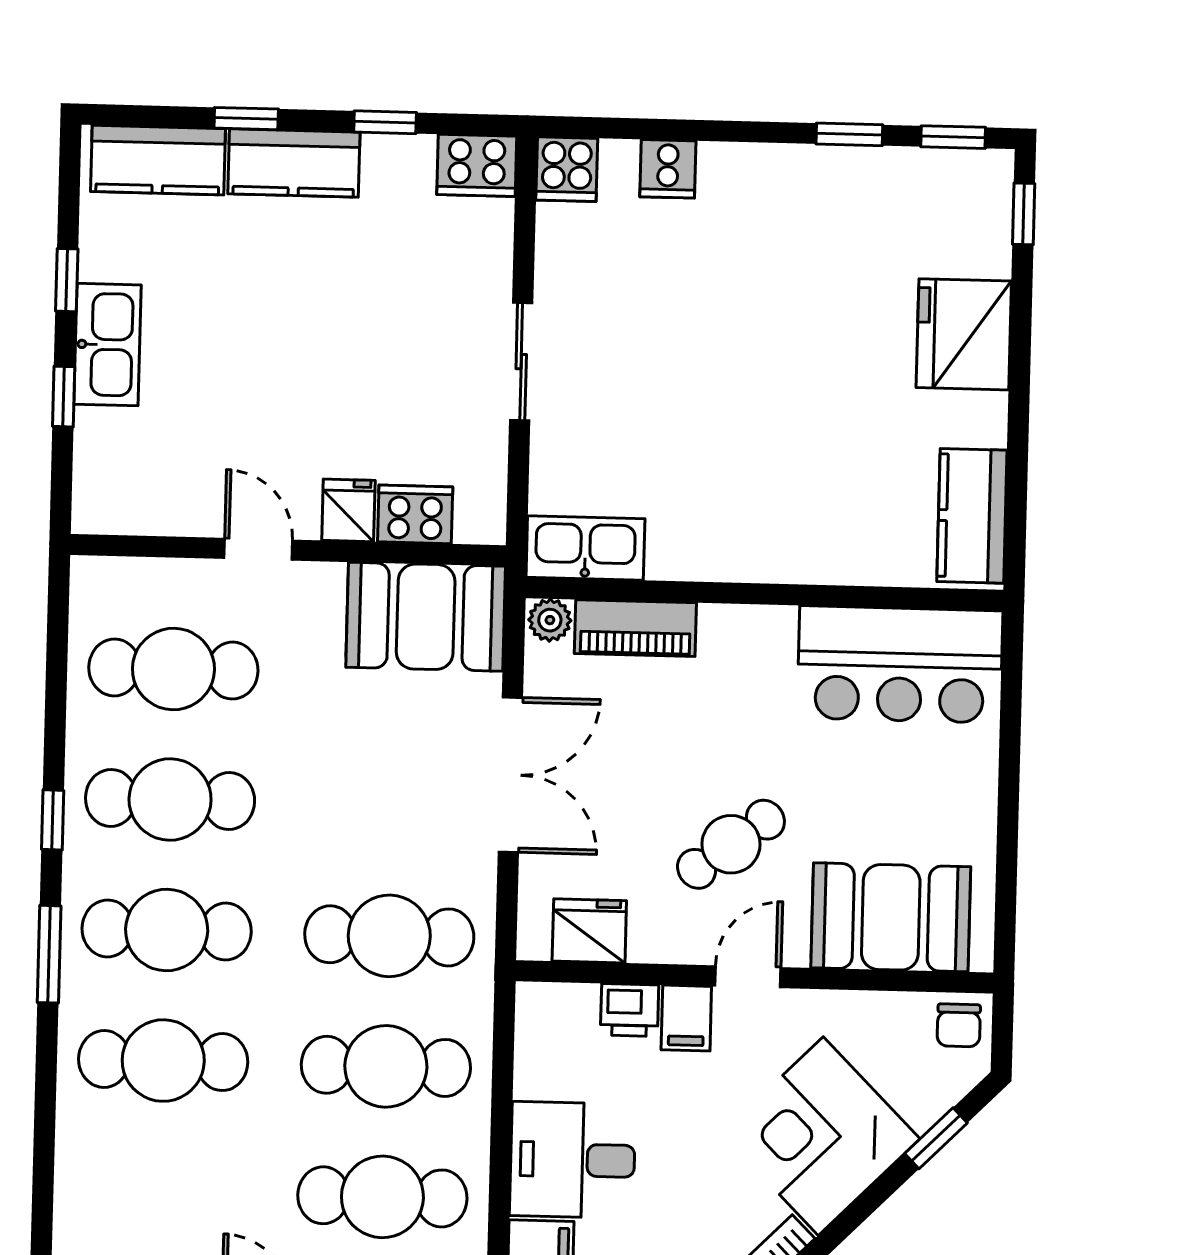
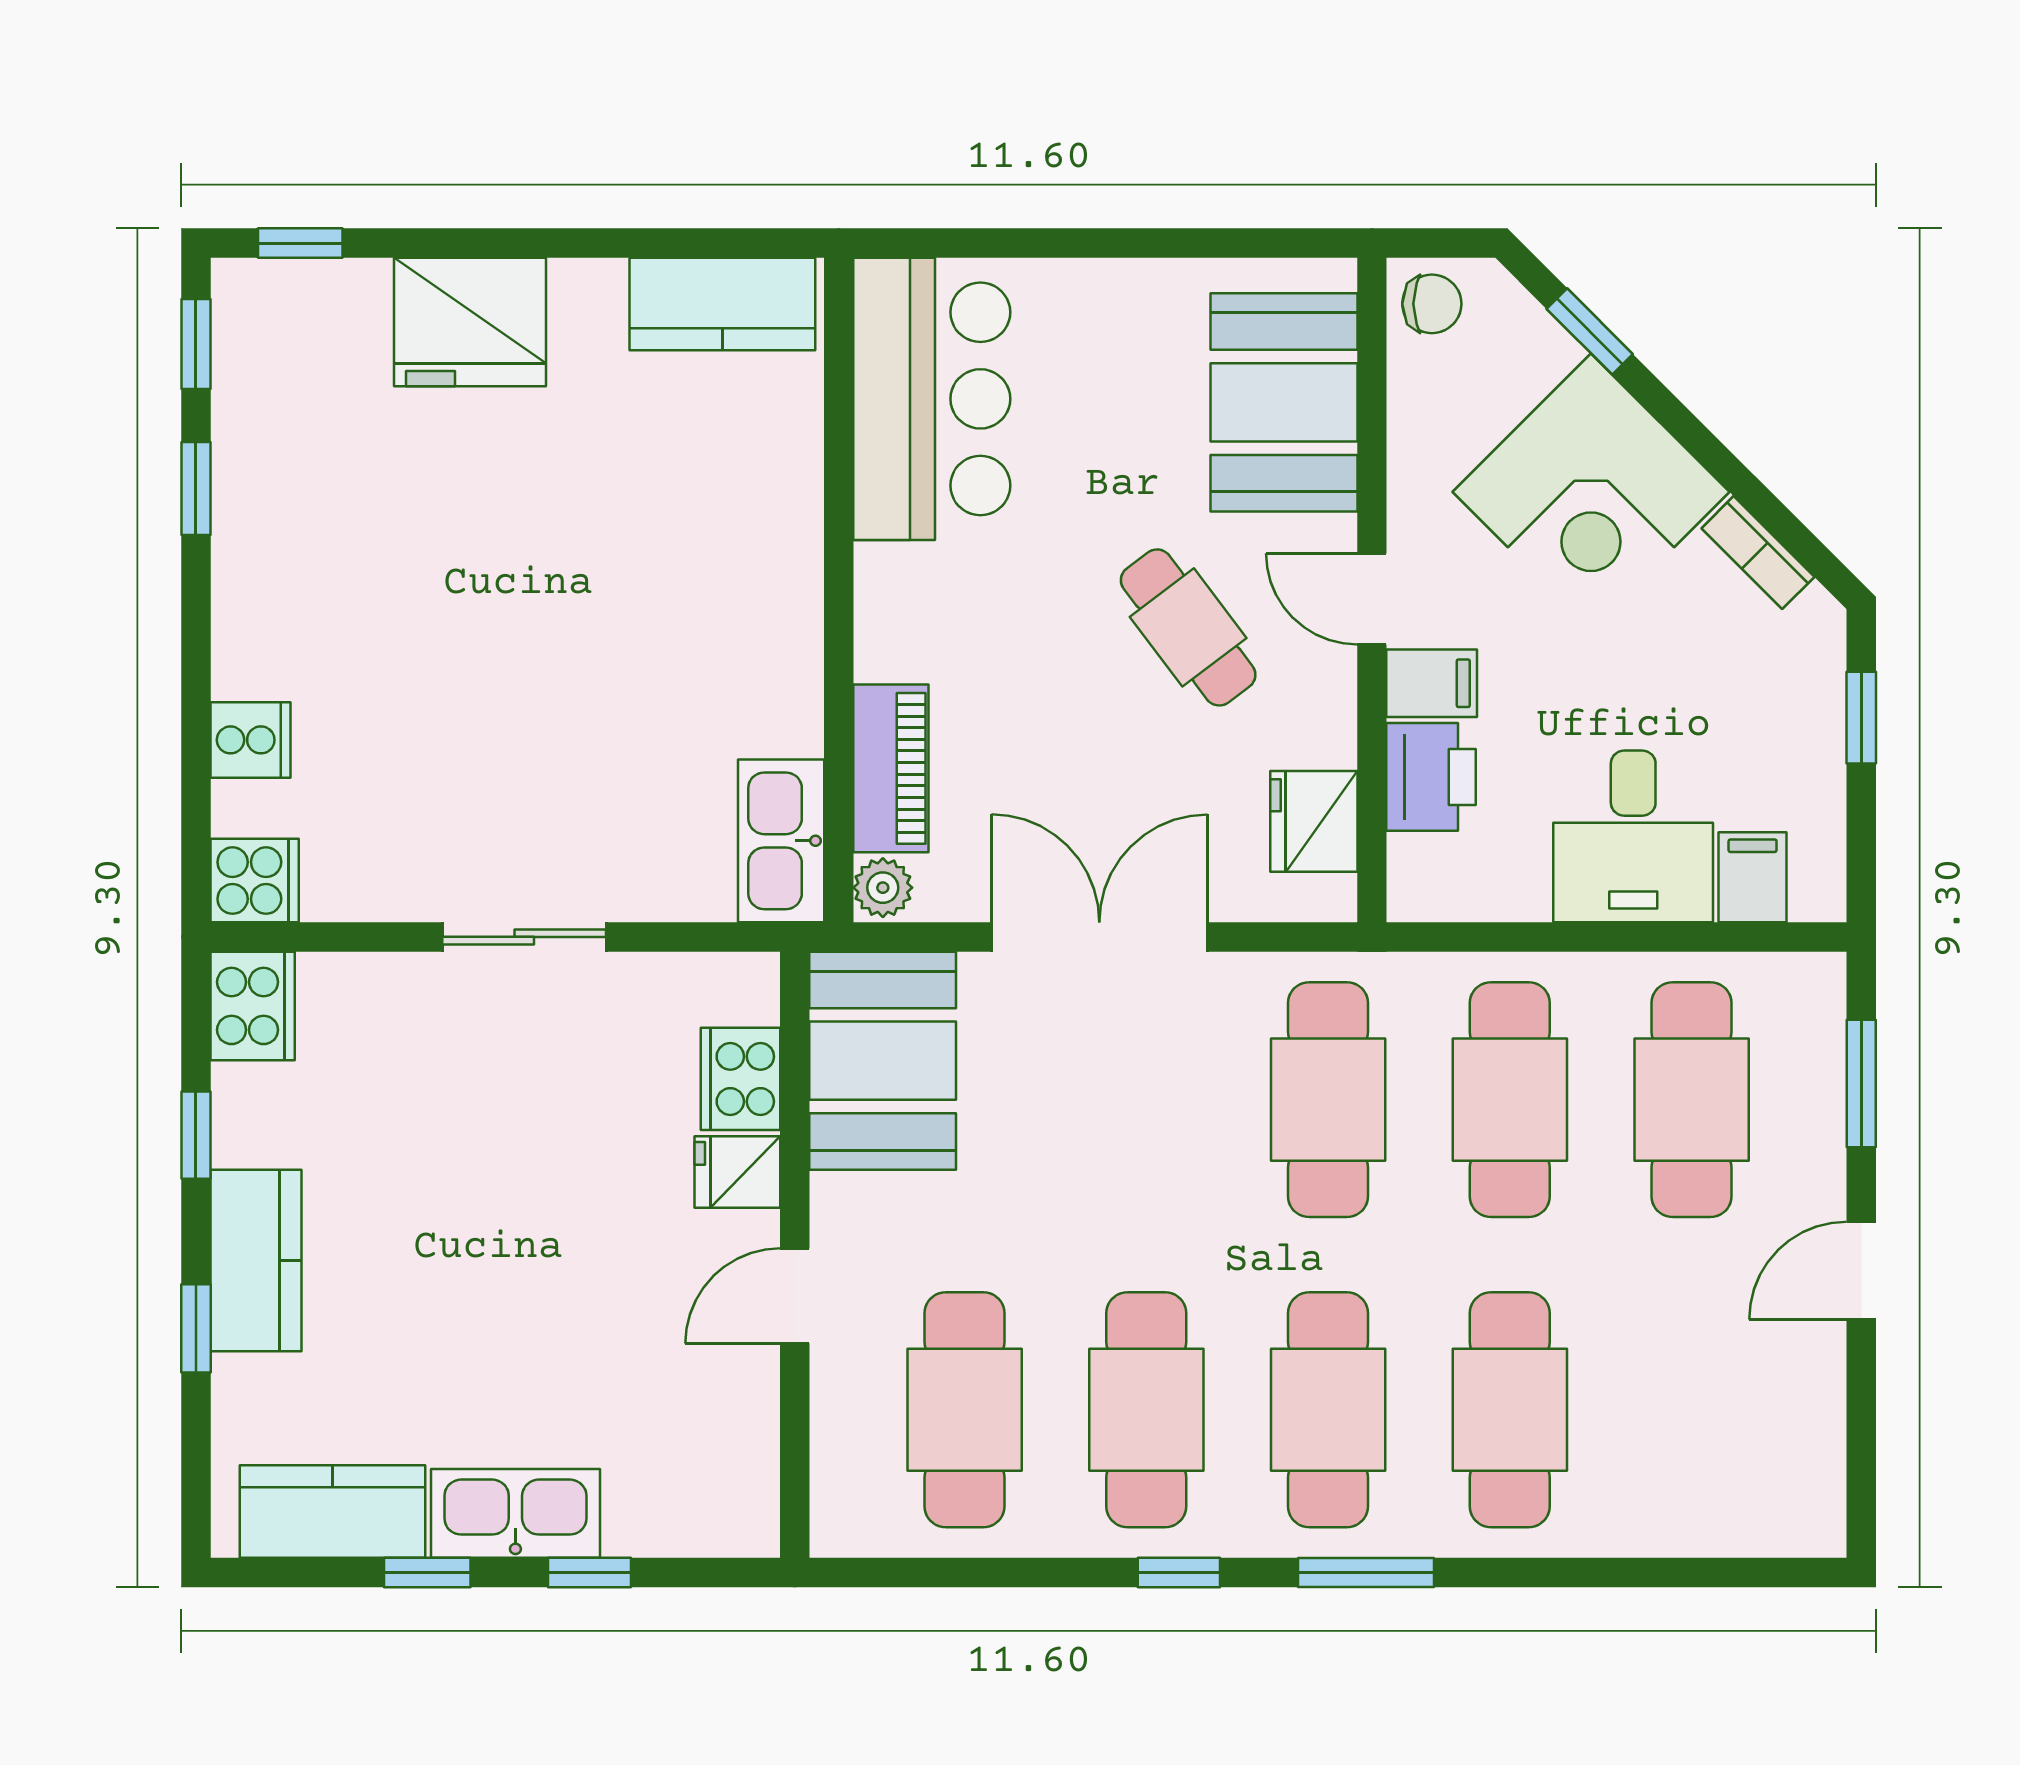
kitchen counter: (158, 160) -> (333, 1511), moved, turned -90
printer: (630, 1010) -> (1431, 777), width x1.36, depth x1.24

